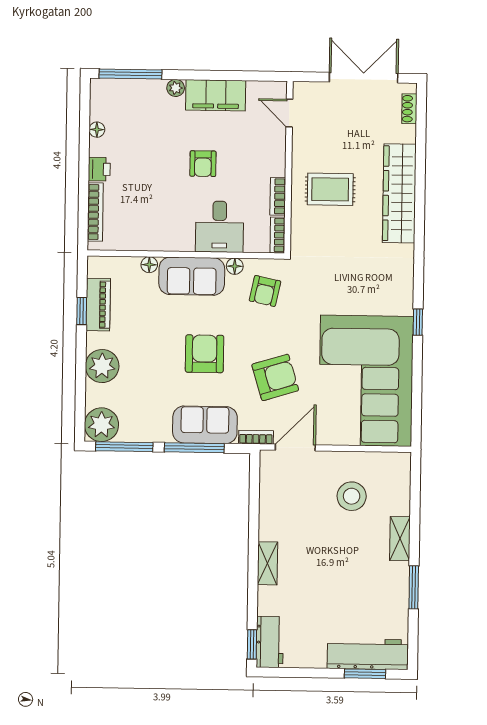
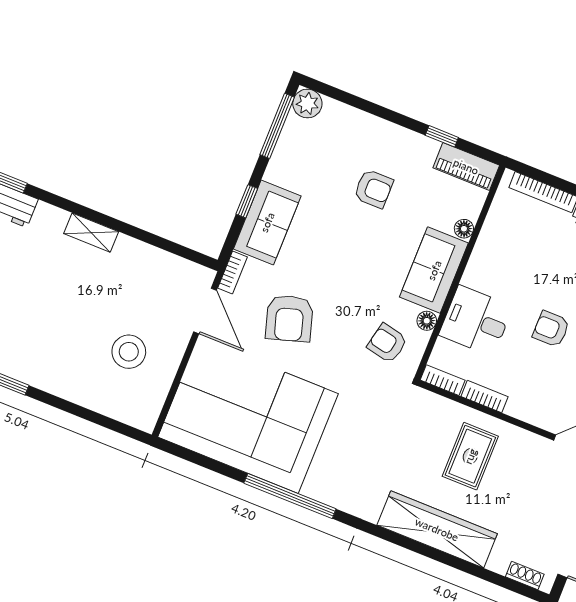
piano: (98, 305) -> (466, 166), moved
window: (418, 322) -> (290, 496), width x3.17
armchair: (205, 354) -> (373, 189), moved, width x0.72, depth x0.72
plant: (102, 366) -> (374, 135), removed
plant: (101, 425) -> (307, 104), width x0.73, depth x0.73
window: (194, 448) -> (247, 201), width x0.46
shelving: (400, 539) -> (63, 386), removed

